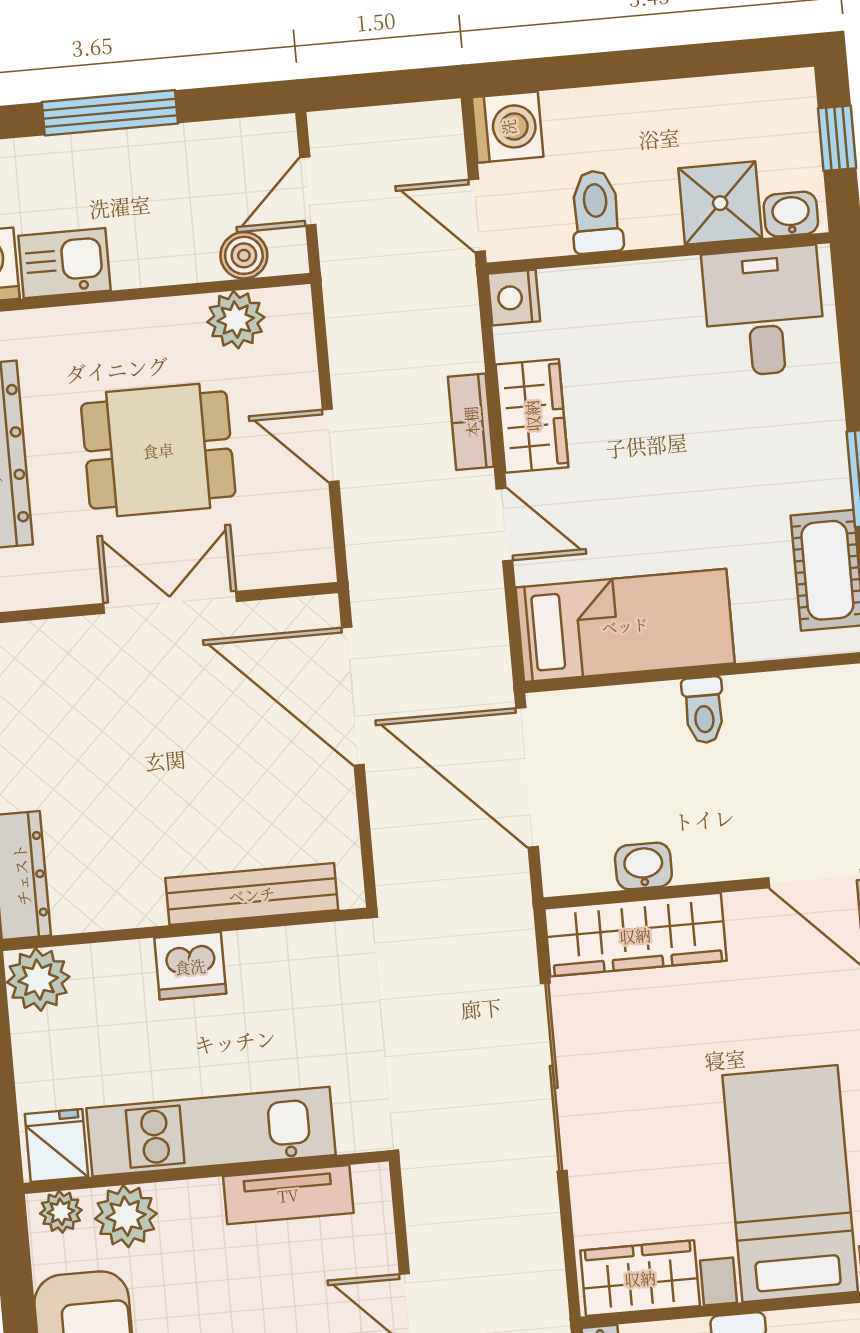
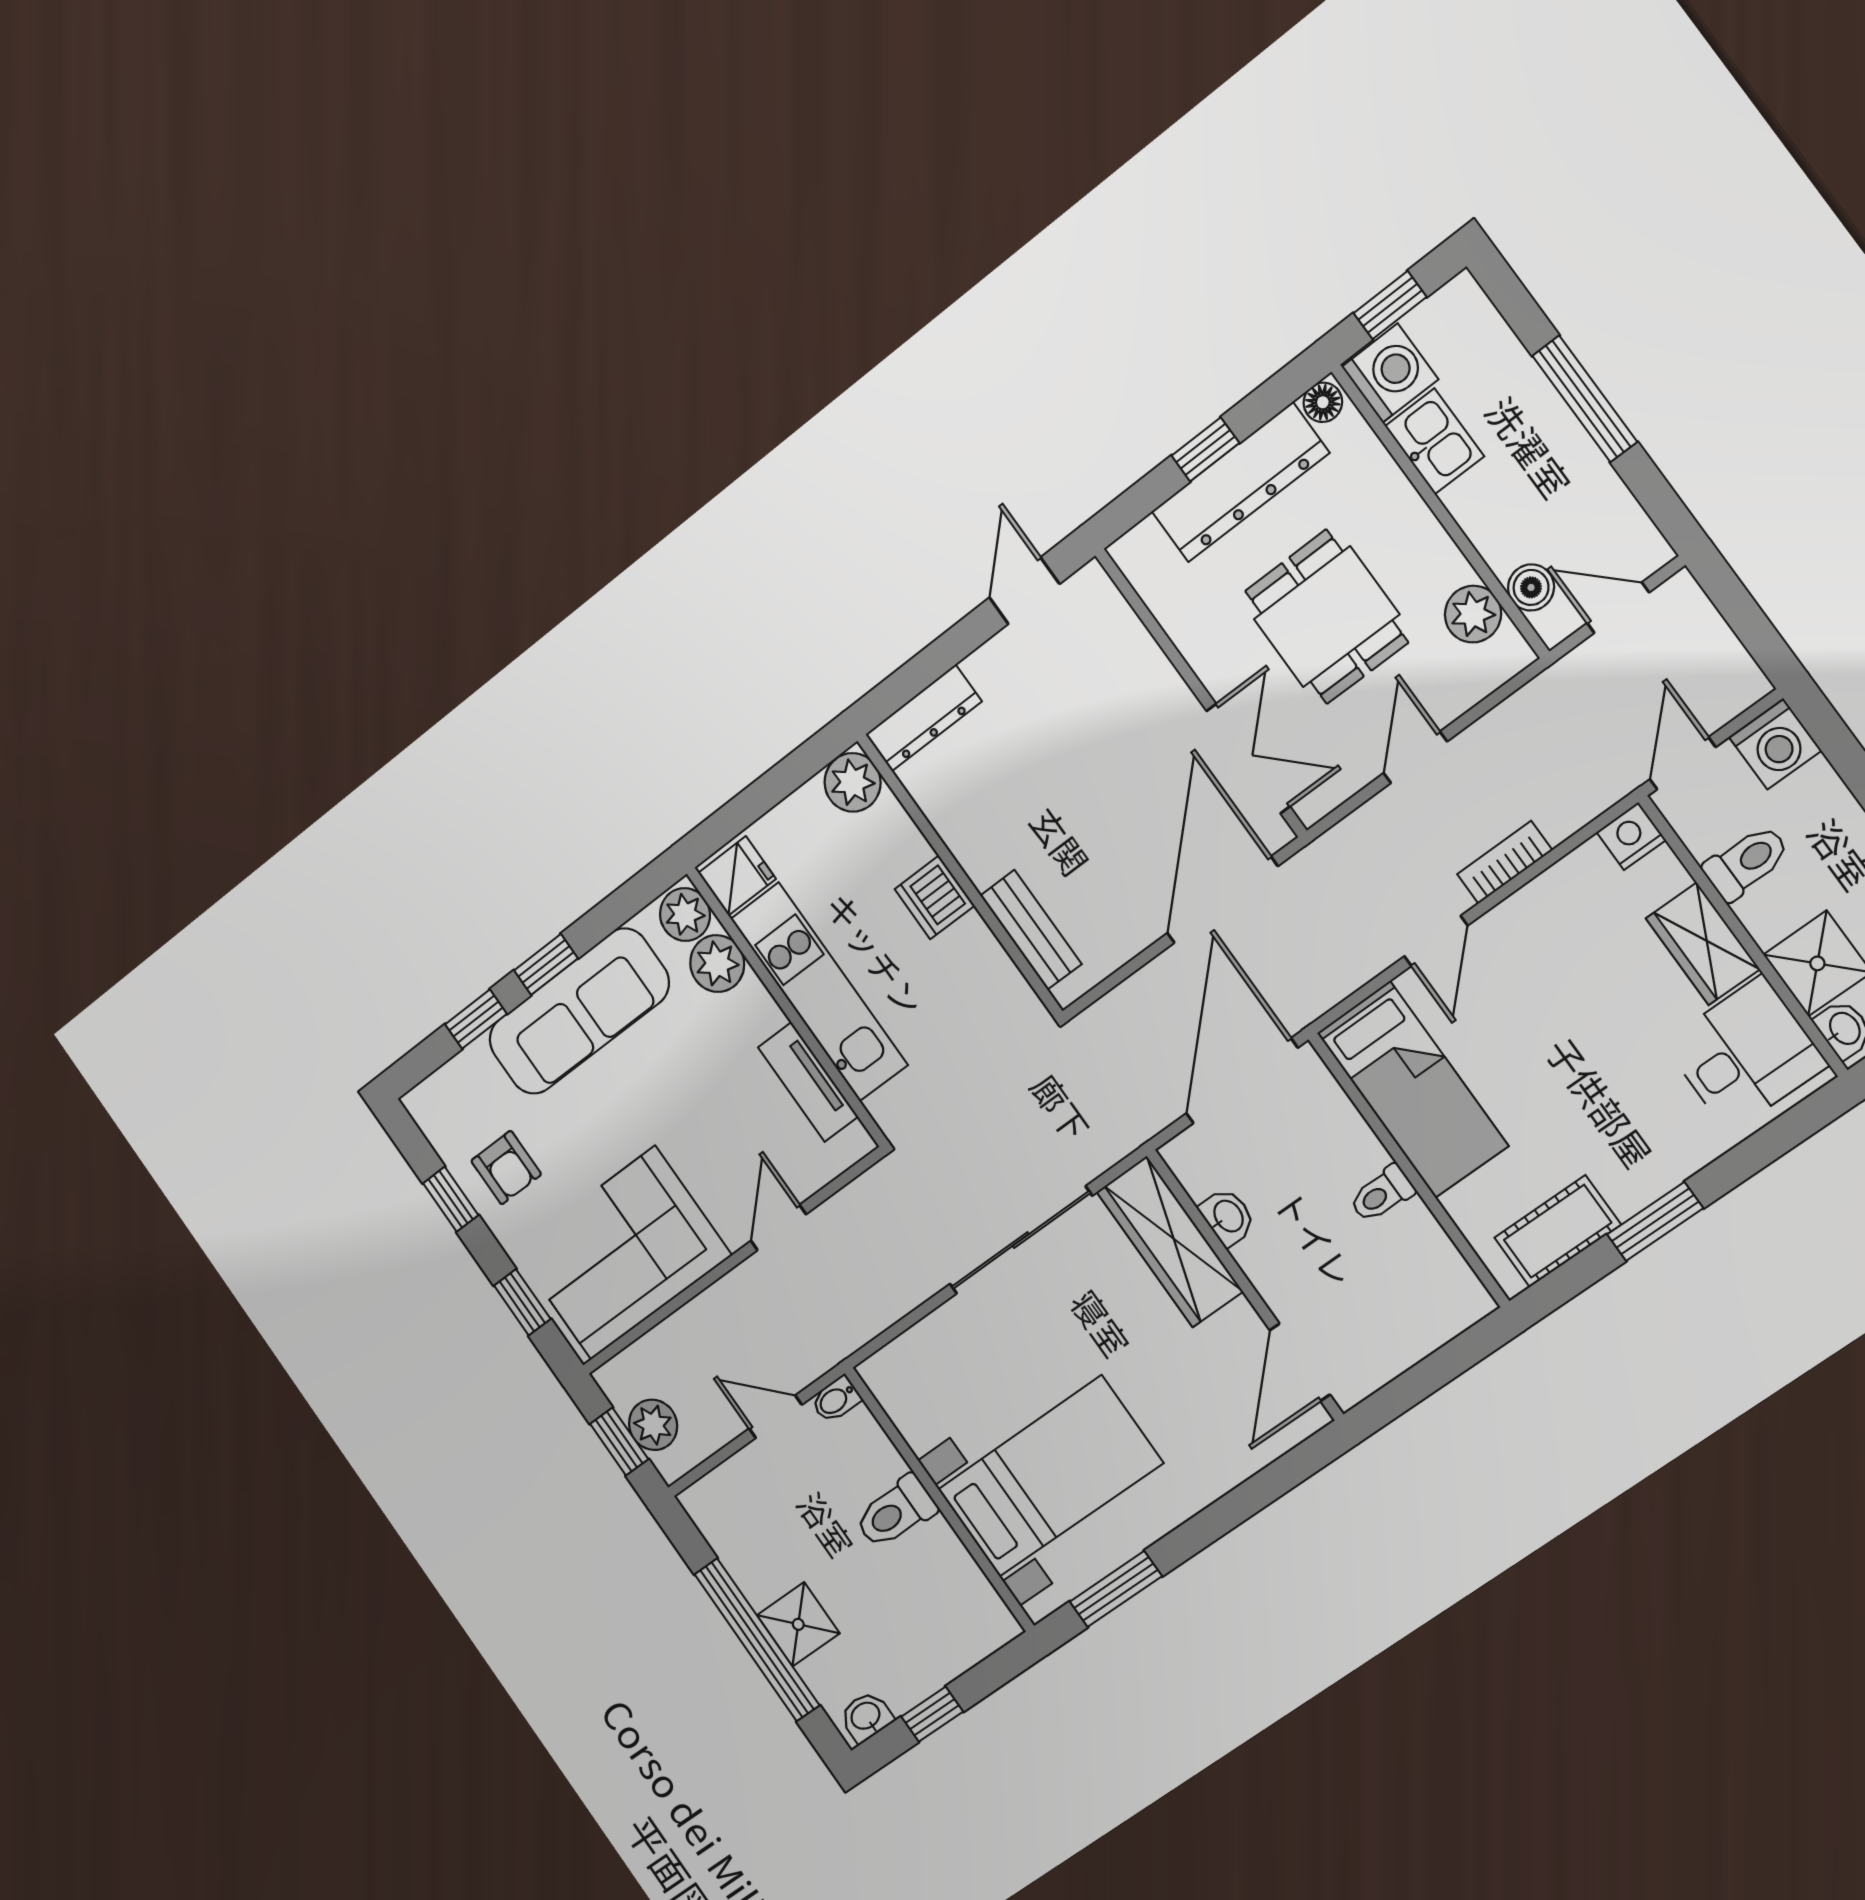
wardrobe: (532, 416) -> (1703, 944), moved, turned 90
double door: (170, 602) -> (1248, 759), moved
bench: (252, 894) -> (1031, 930), width x0.73
plant: (61, 1212) -> (685, 915), width x1.38, depth x1.38
wardrobe: (640, 1278) -> (909, 1398), removed

